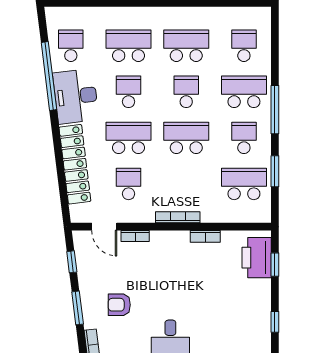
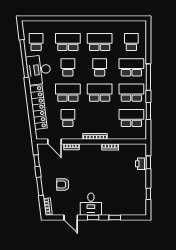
school desk: (244, 138) -> (131, 93), width x1.85
printer: (257, 258) -> (141, 164), width x0.53, depth x0.68

